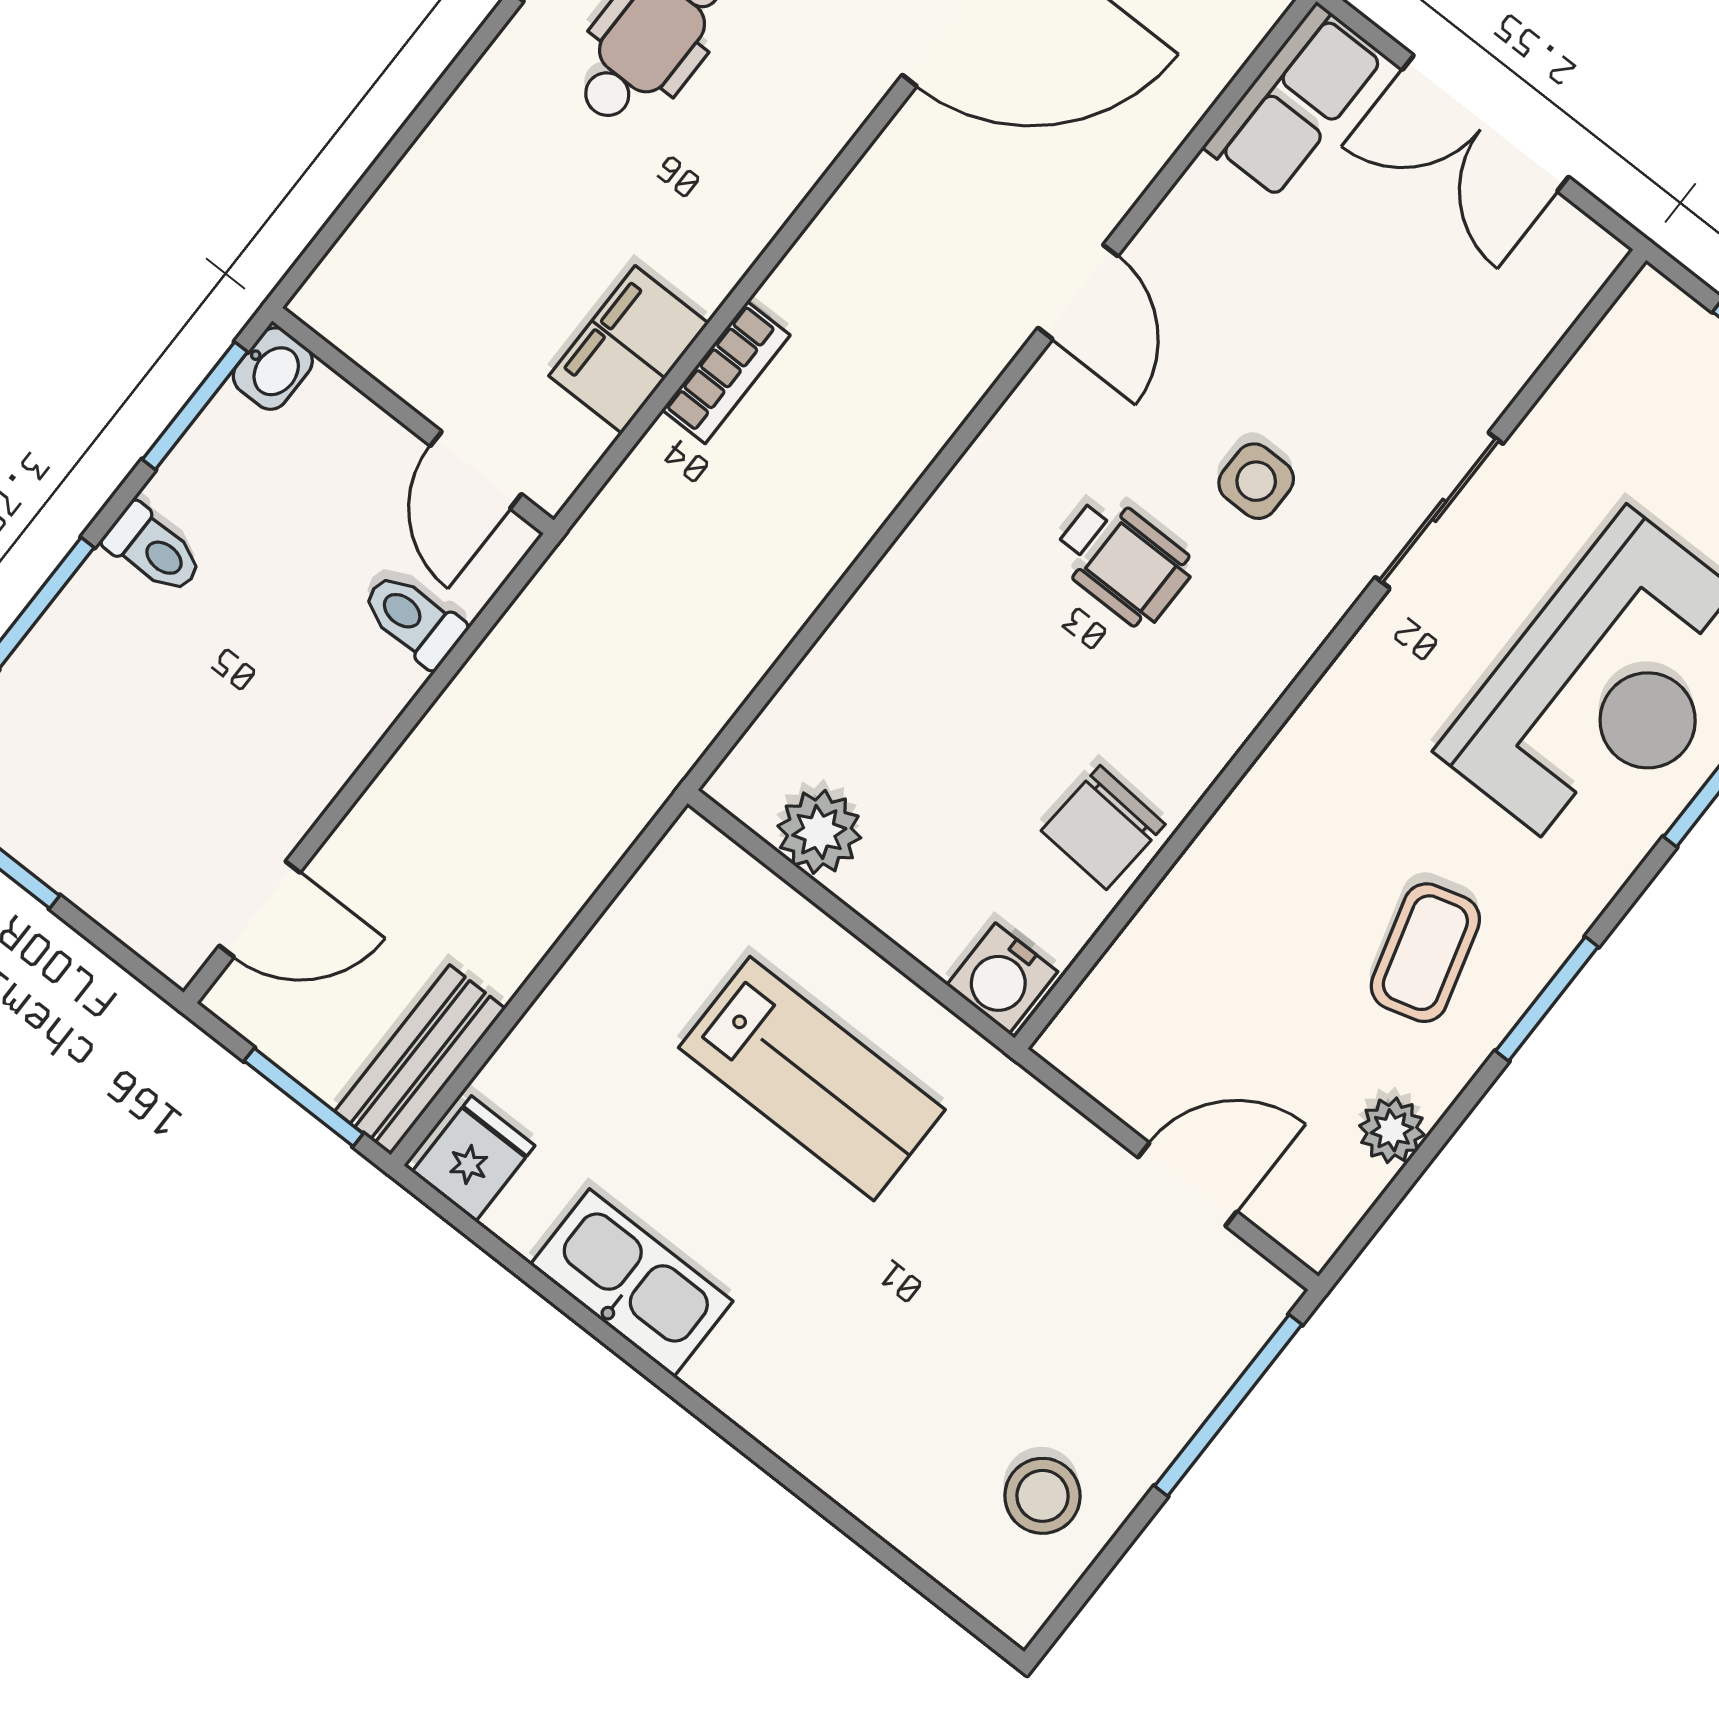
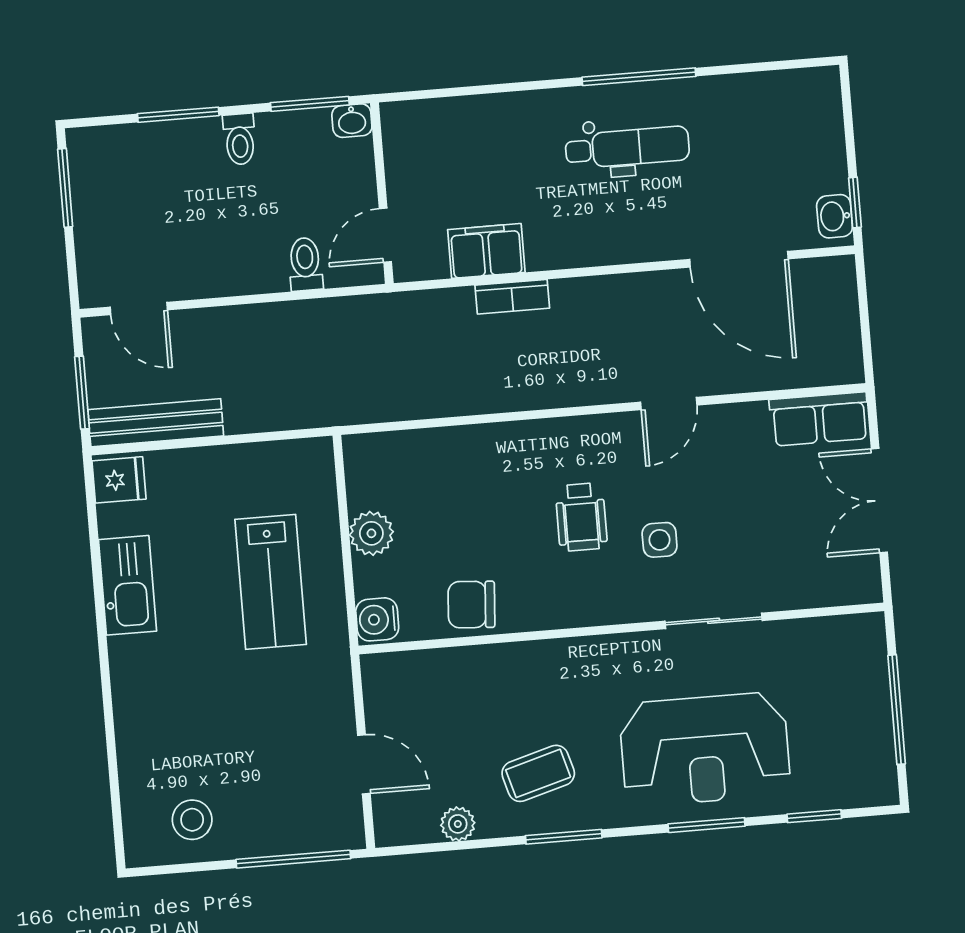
plant: (819, 832) -> (371, 533), moved
bench: (420, 1060) -> (156, 423), width x1.36

